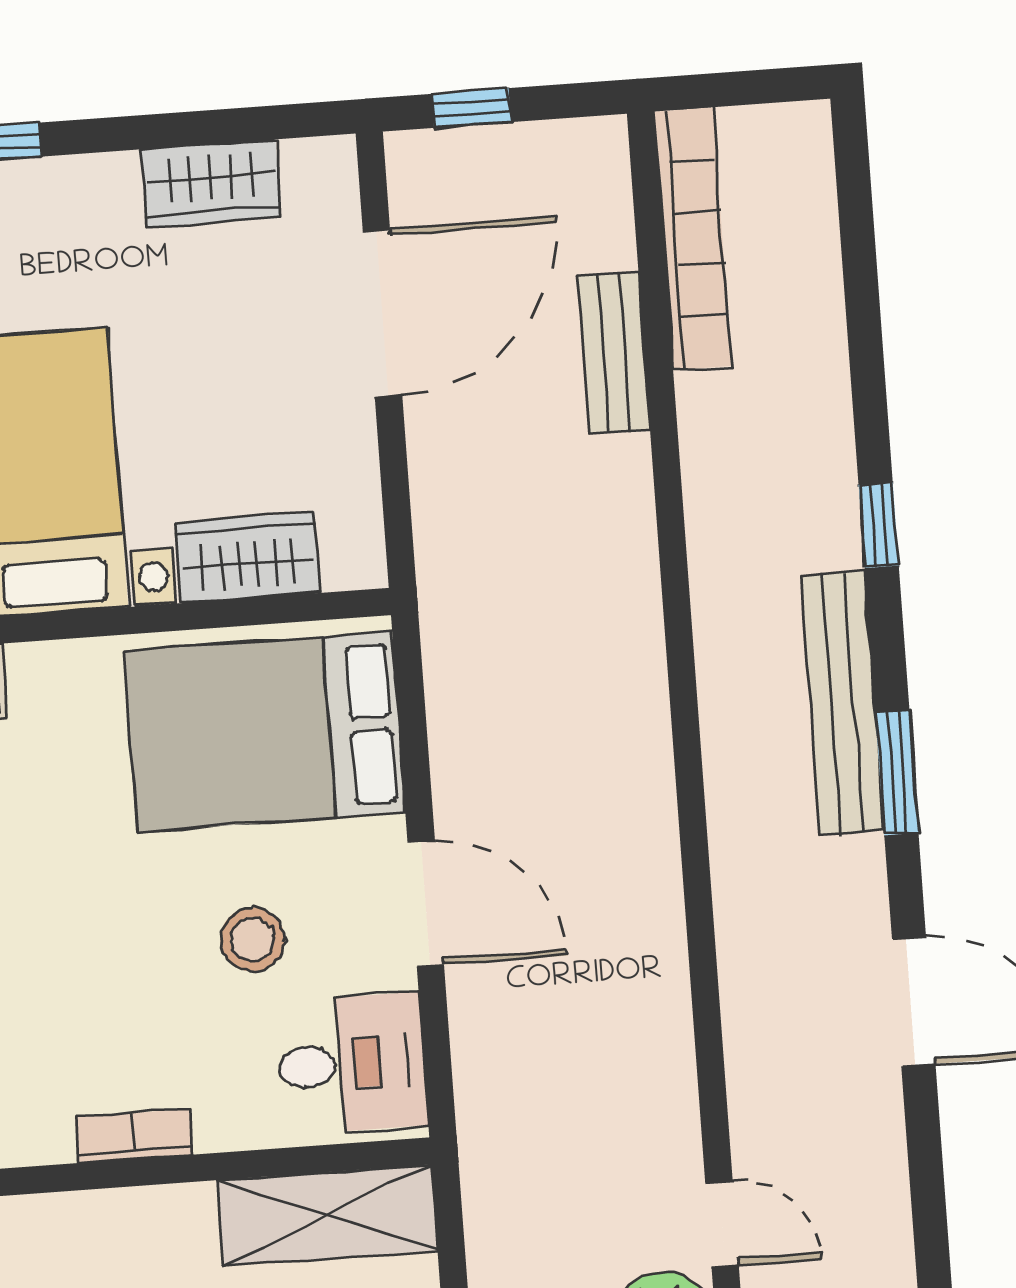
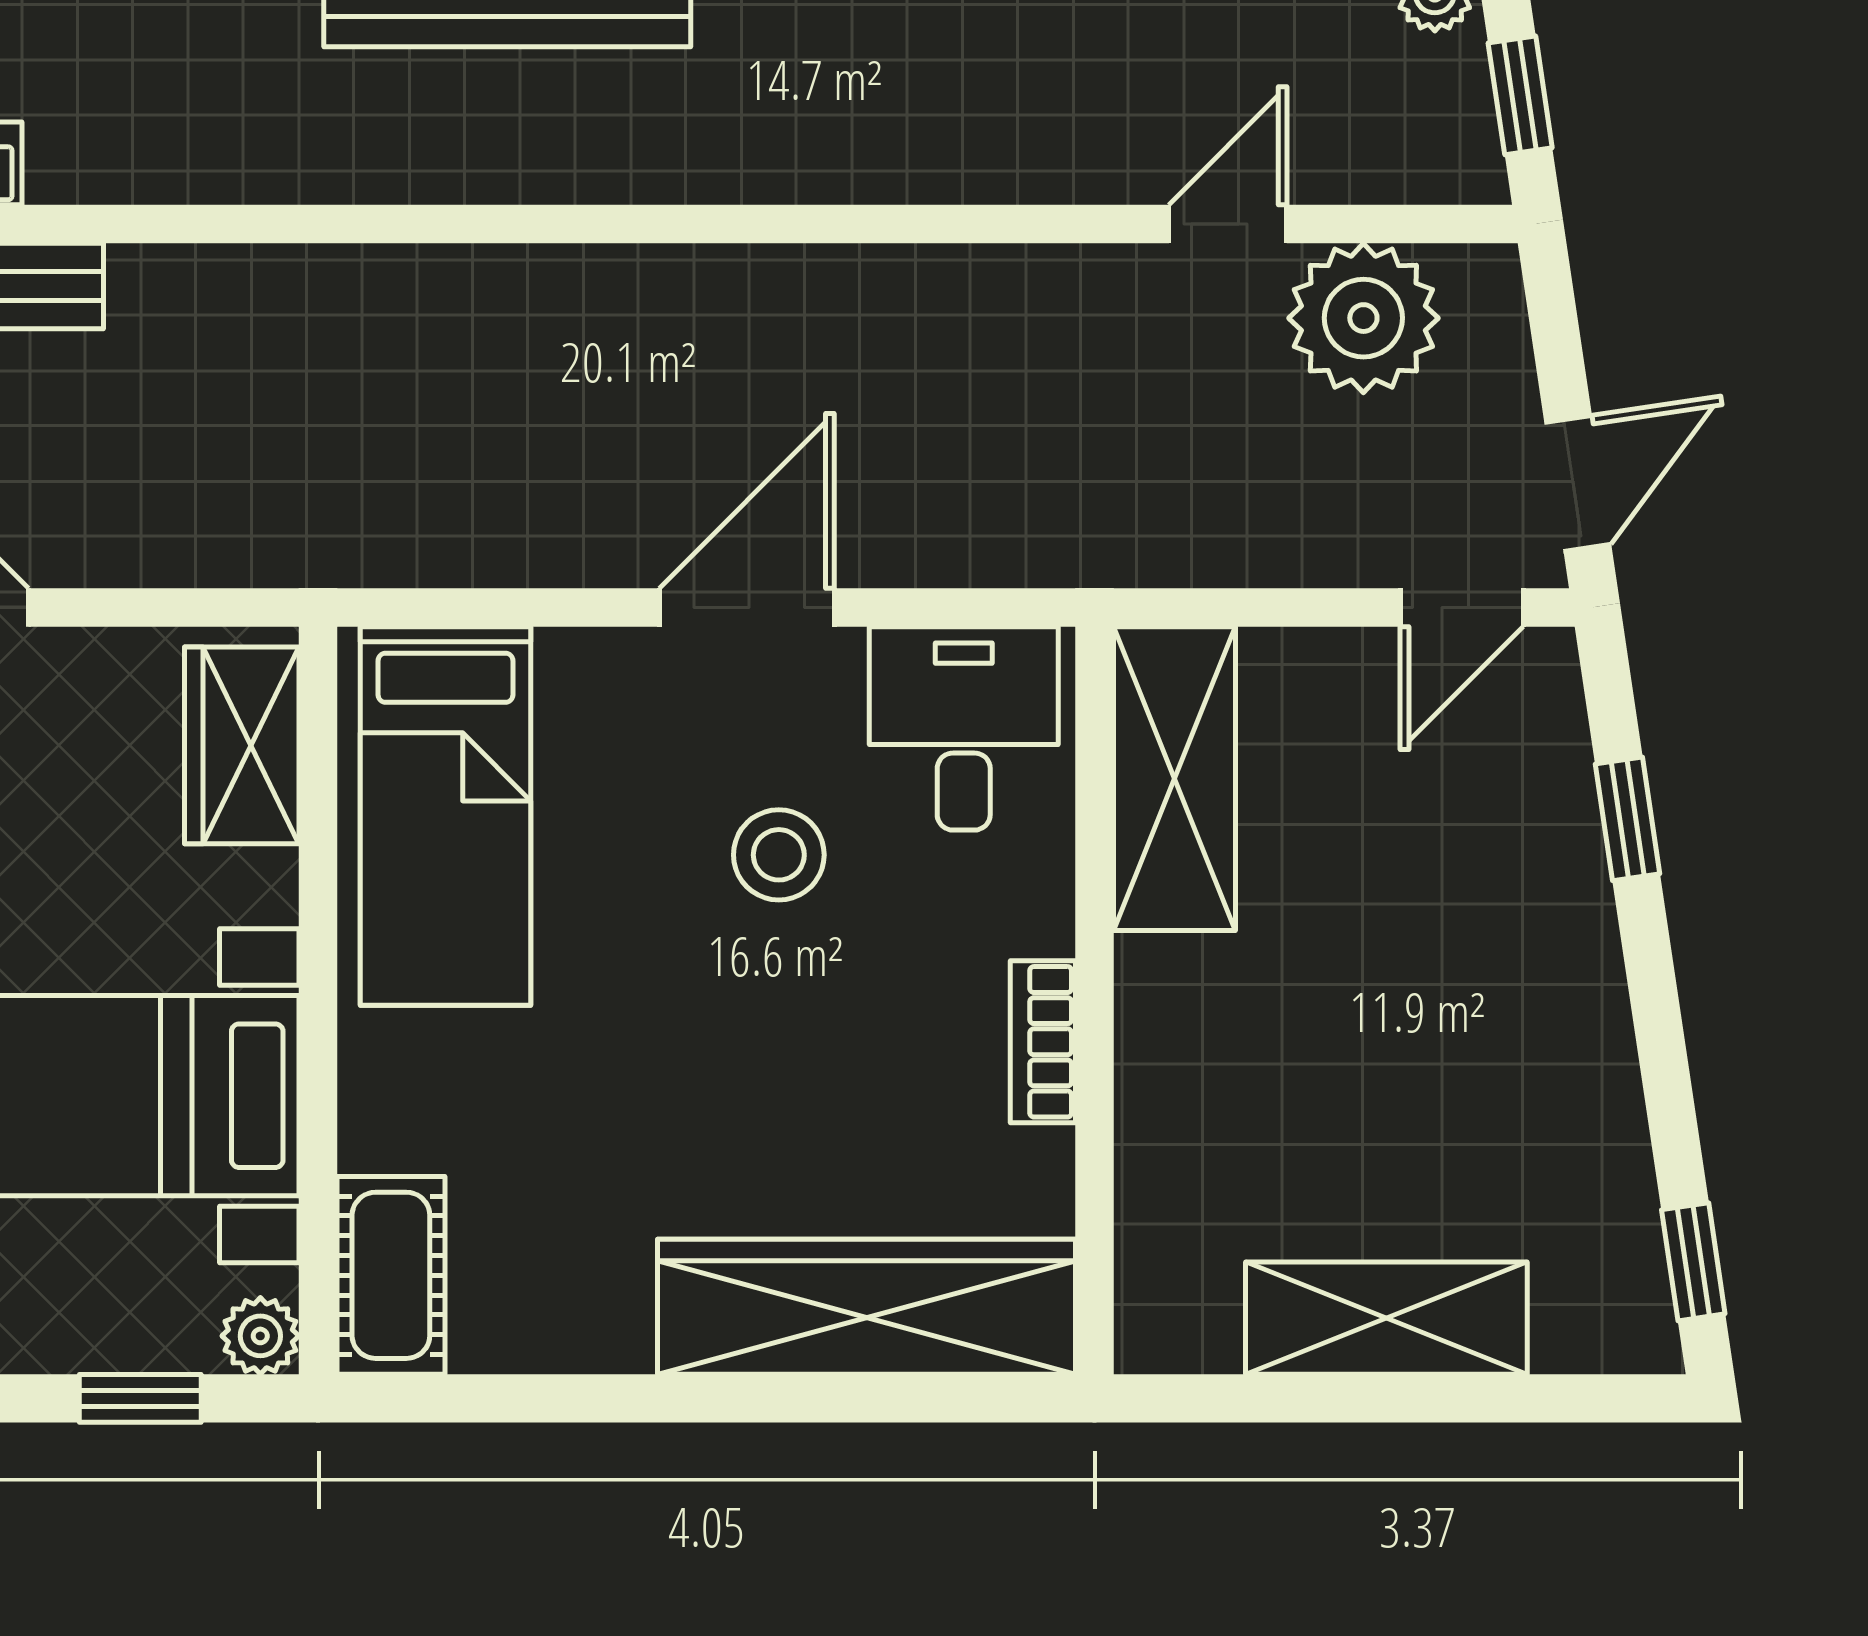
wardrobe: (248, 558) -> (242, 745), moved
bed: (265, 732) -> (445, 816), width x0.67

